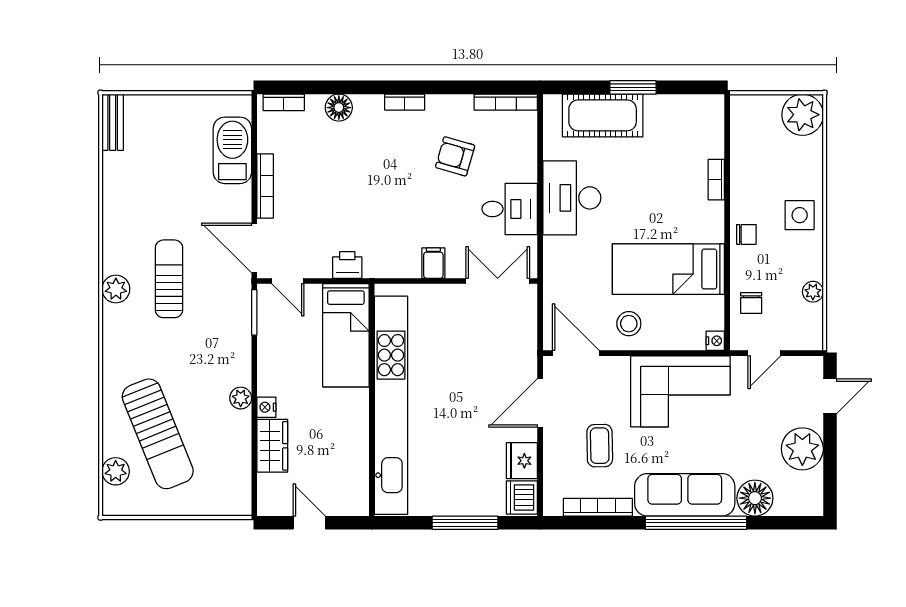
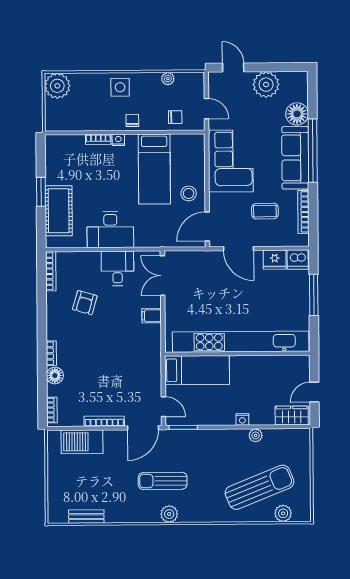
bookcase: (405, 102) -> (51, 353), moved
bench: (113, 122) -> (86, 517), moved
printer: (347, 265) -> (153, 370), removed
door: (288, 281) -> (163, 407), hinge flipped
nightstand: (715, 341) -> (118, 140), moved
plant: (241, 398) -> (256, 435), moved
wardrobe: (272, 446) -> (292, 415), moved

